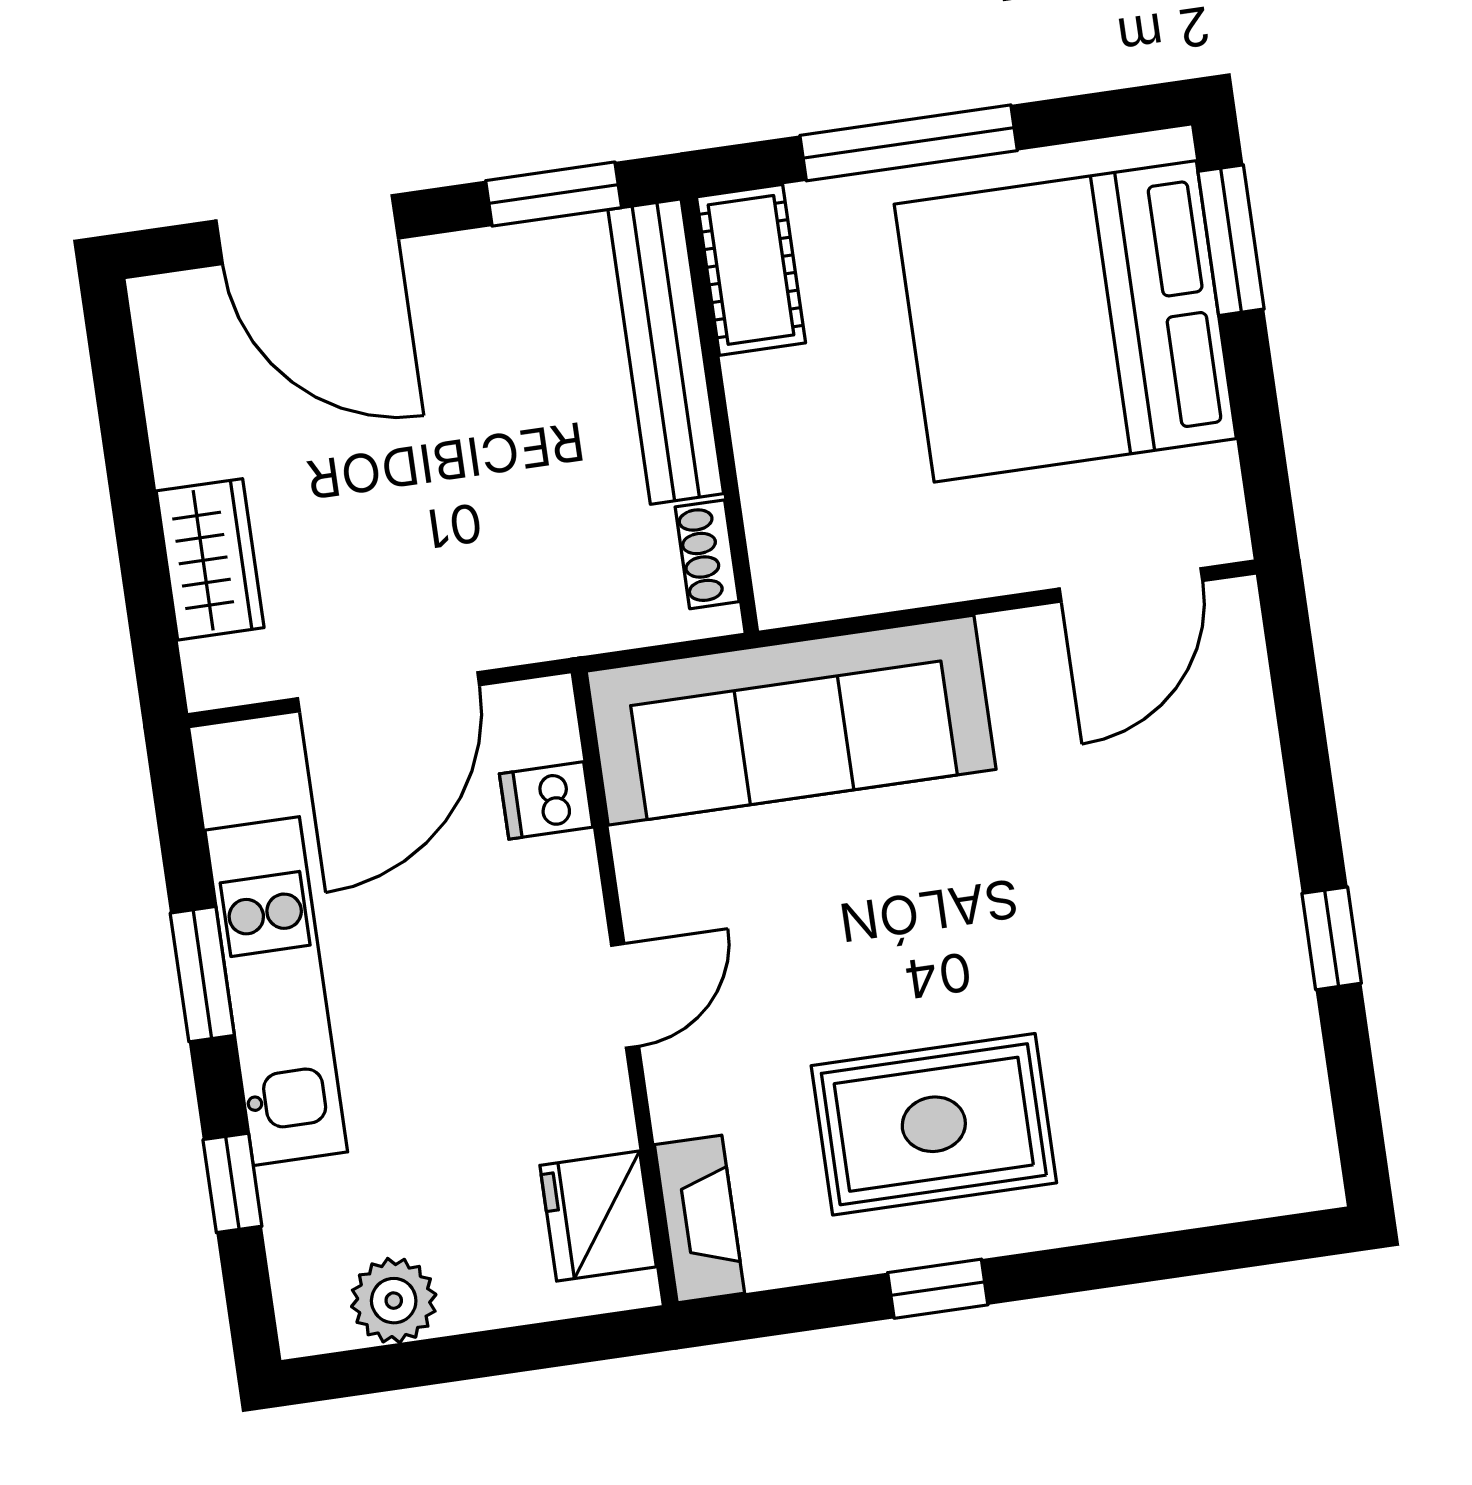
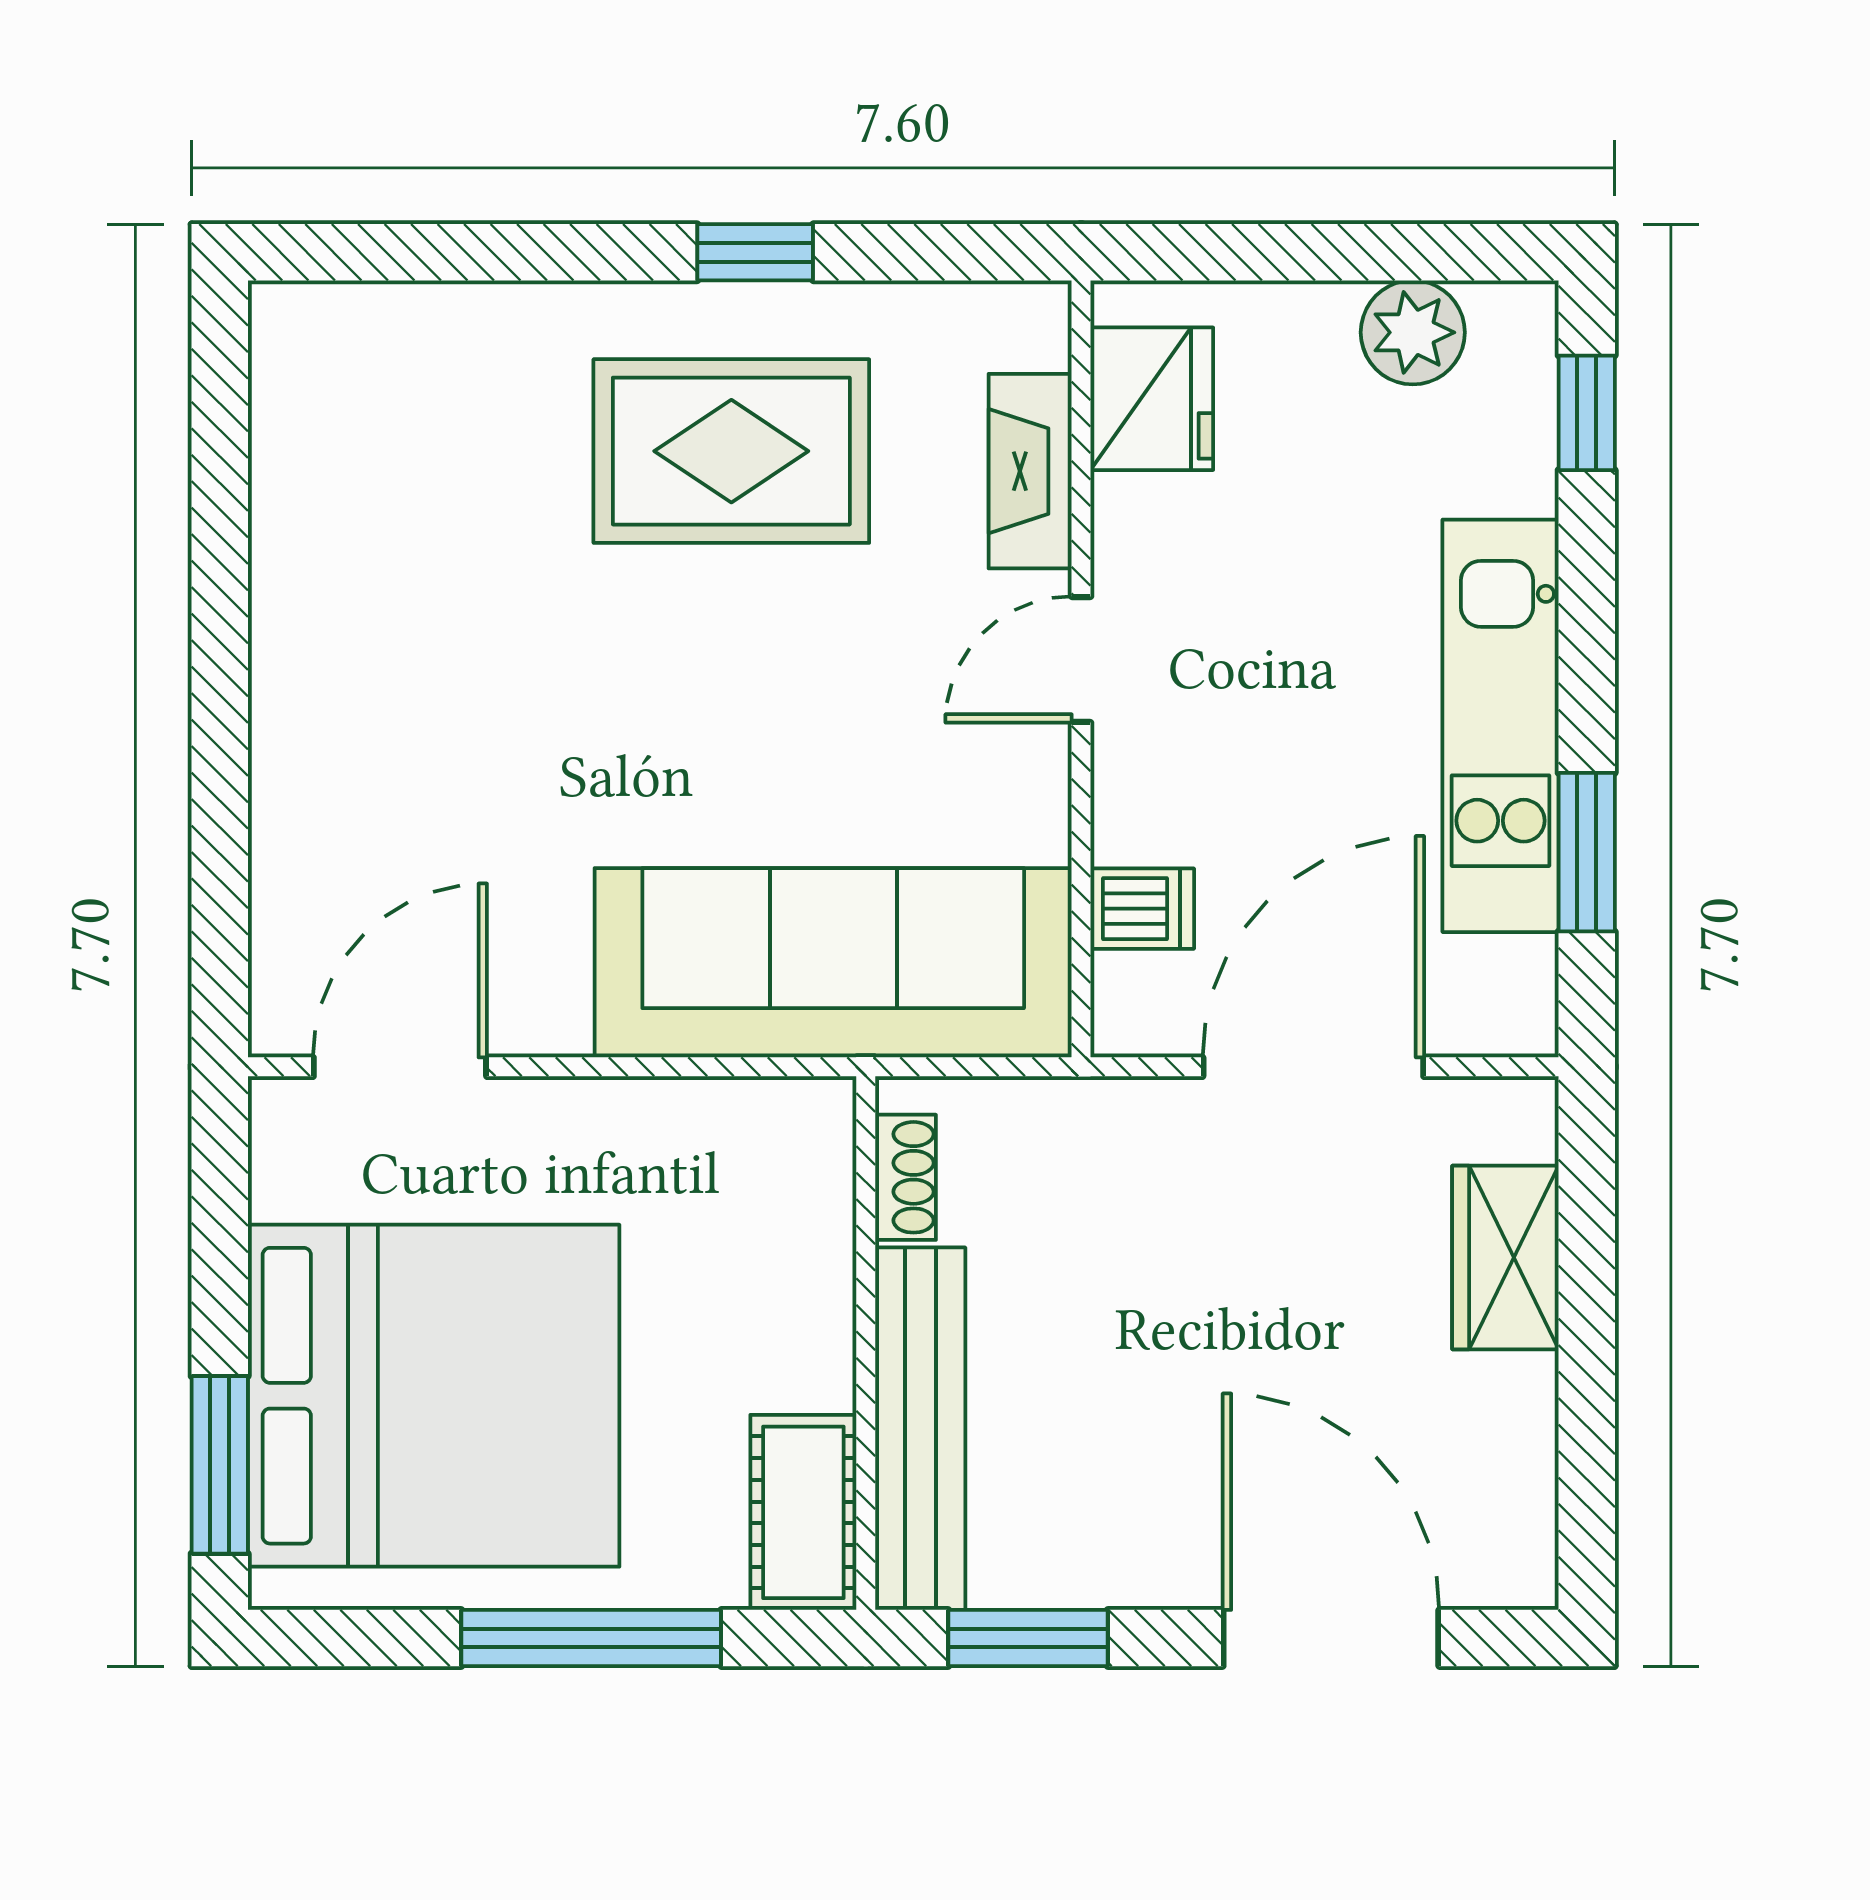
window: (1332, 938) -> (220, 606), removed
window: (202, 974) -> (1587, 852), moved
window: (232, 1183) -> (1587, 413), moved
fireplace: (699, 1219) -> (1030, 471), moved

